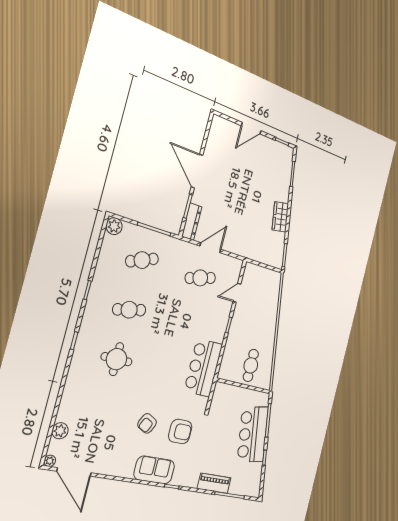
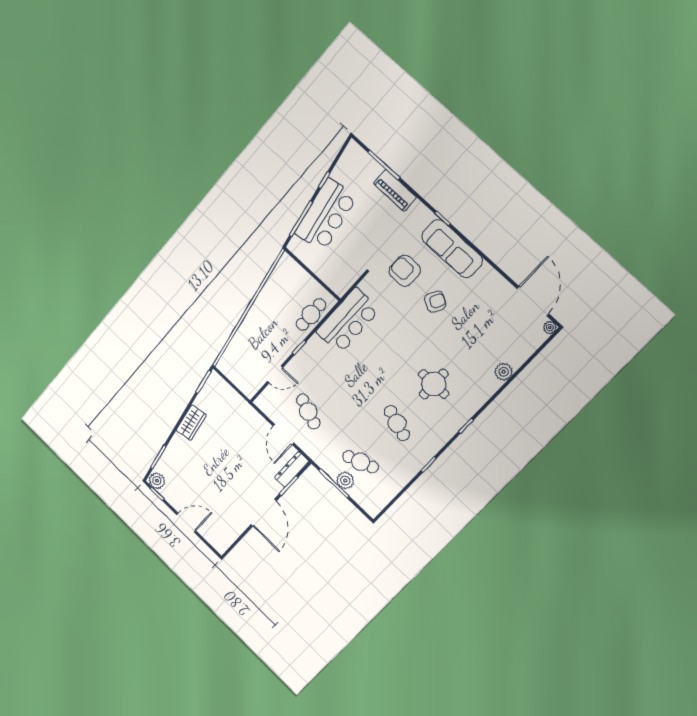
plant: (286, 153) -> (157, 481), added
plant: (114, 226) -> (345, 481), moved
door: (210, 248) -> (283, 434), hinge flipped
cafe table: (200, 278) -> (308, 411), turned 36
cafe table: (129, 310) -> (397, 423), turned 30
cafe table: (251, 365) -> (311, 315), moved
plant: (60, 431) -> (504, 372), moved
sofa: (154, 470) -> (452, 249), width x1.36

